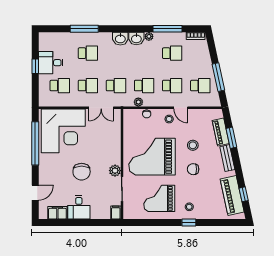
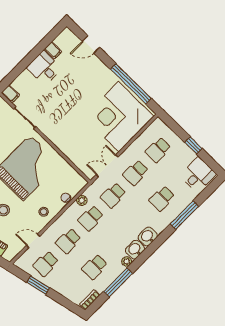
desk: (51, 63) -> (198, 175), moved
window: (218, 77) -> (38, 285), width x0.69
door: (181, 108) -> (33, 241), moved
plant: (115, 171) -> (45, 127), removed
chair: (82, 172) -> (71, 99), removed
door: (35, 193) -> (91, 44), hinge flipped
filing cabinet: (57, 213) -> (53, 50), width x0.50

